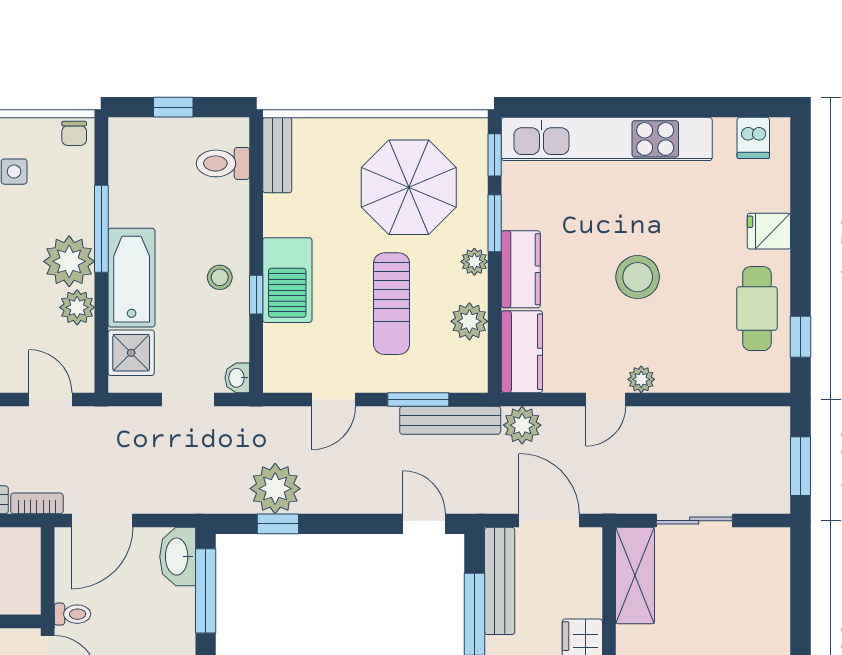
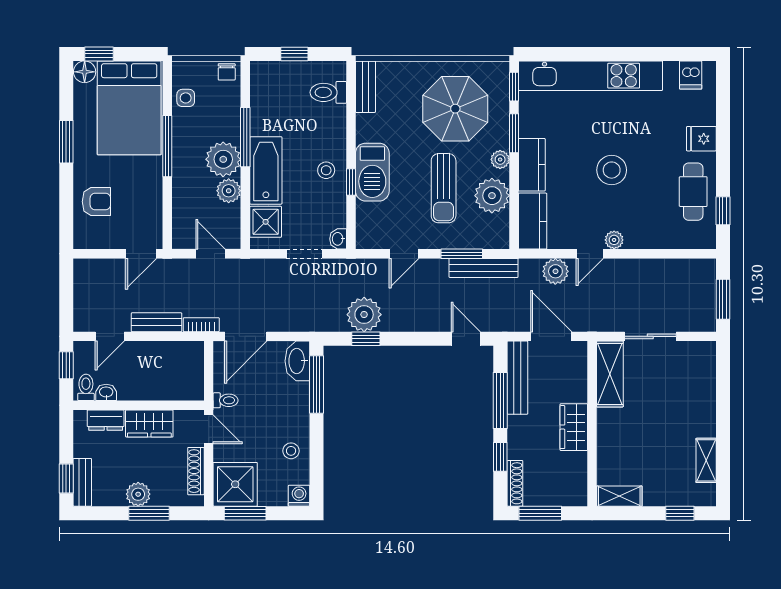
plant: (469, 321) -> (492, 196), width x1.36, depth x1.36
plant: (522, 425) -> (555, 271), moved

